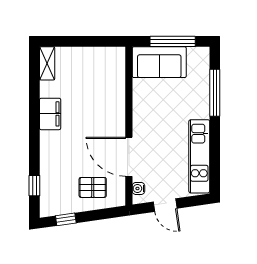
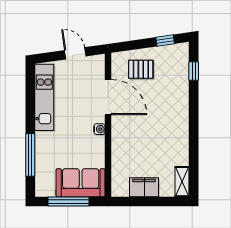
filing cabinet: (50, 114) -> (144, 187), moved, turned 90
water cooler: (138, 188) -> (99, 129), moved

